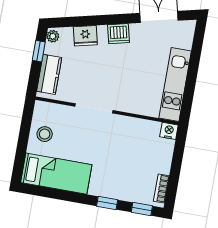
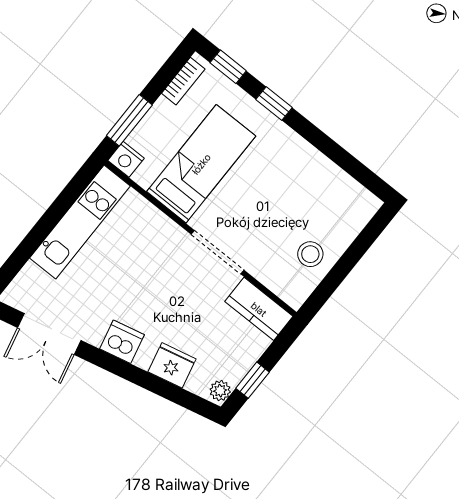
kitchen counter: (49, 74) -> (259, 309), moved, turned -90
window: (178, 152) -> (129, 120), added
bed: (56, 174) -> (201, 164), moved, turned 90

